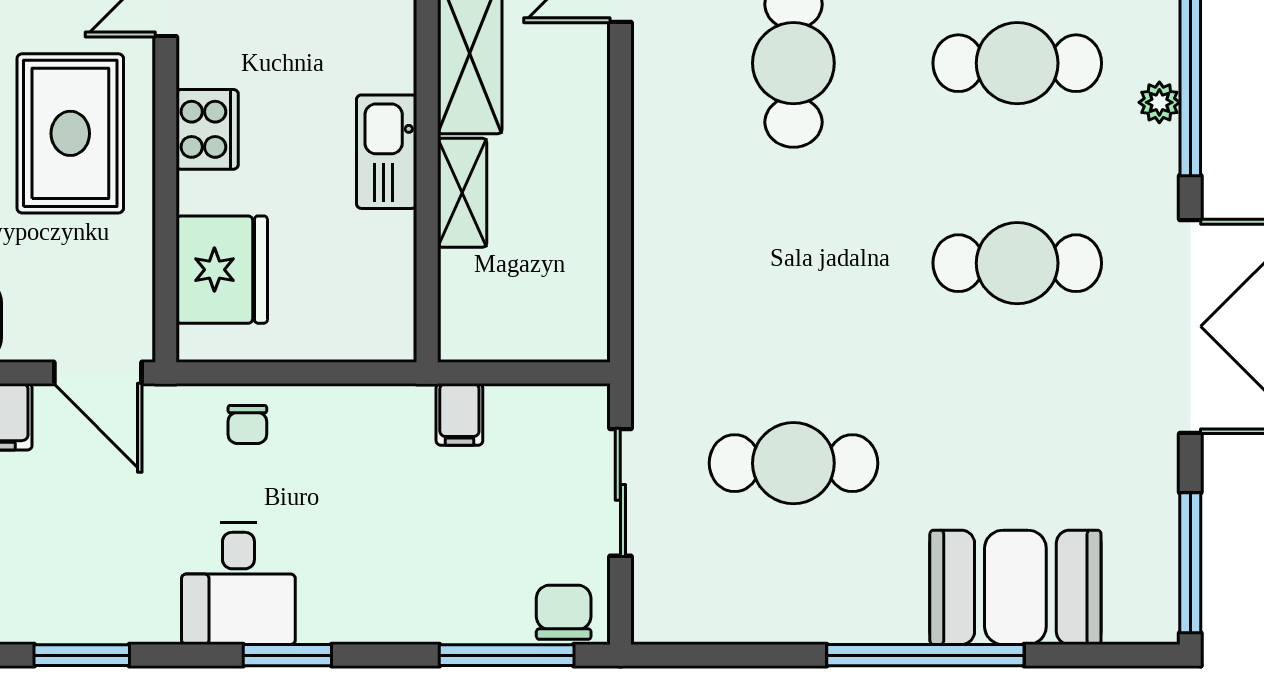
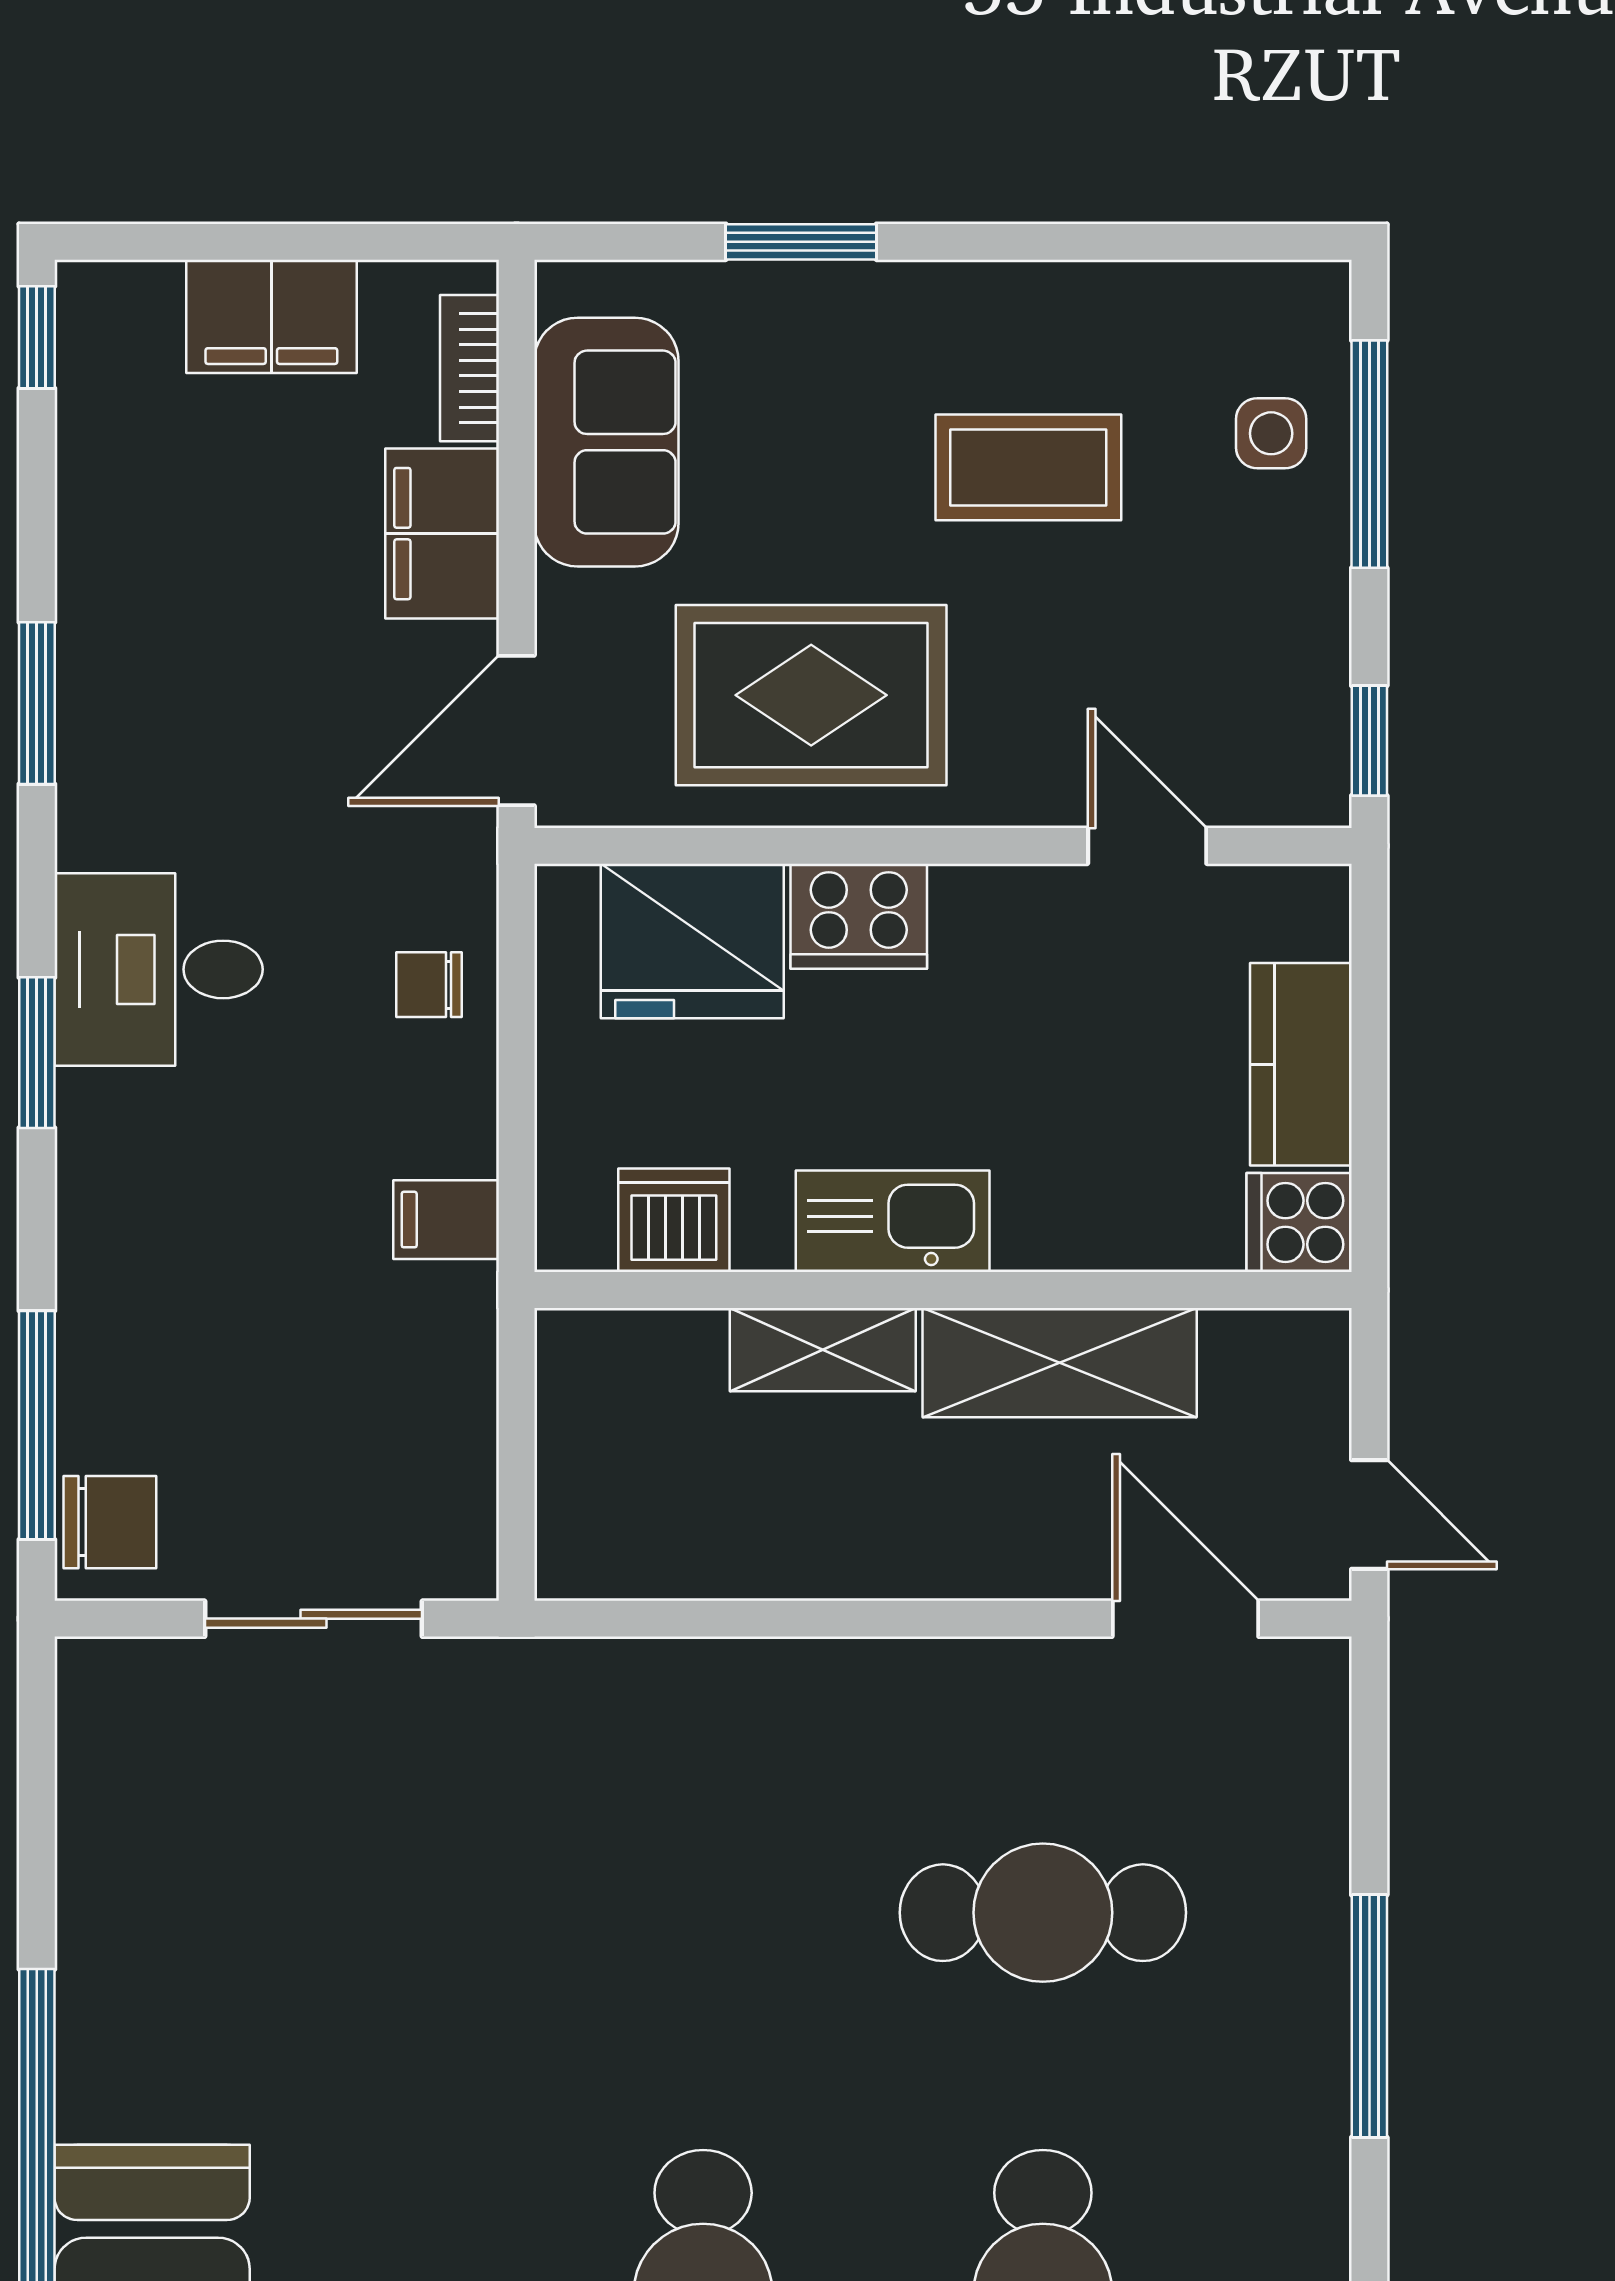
cooker: (207, 129) -> (859, 916), moved
rug: (70, 133) -> (811, 695), moved
dishwasher: (386, 280) -> (674, 1220), added
filing cabinet: (459, 414) -> (446, 1220), moved
cafe table: (793, 463) -> (363, 1913), removed

